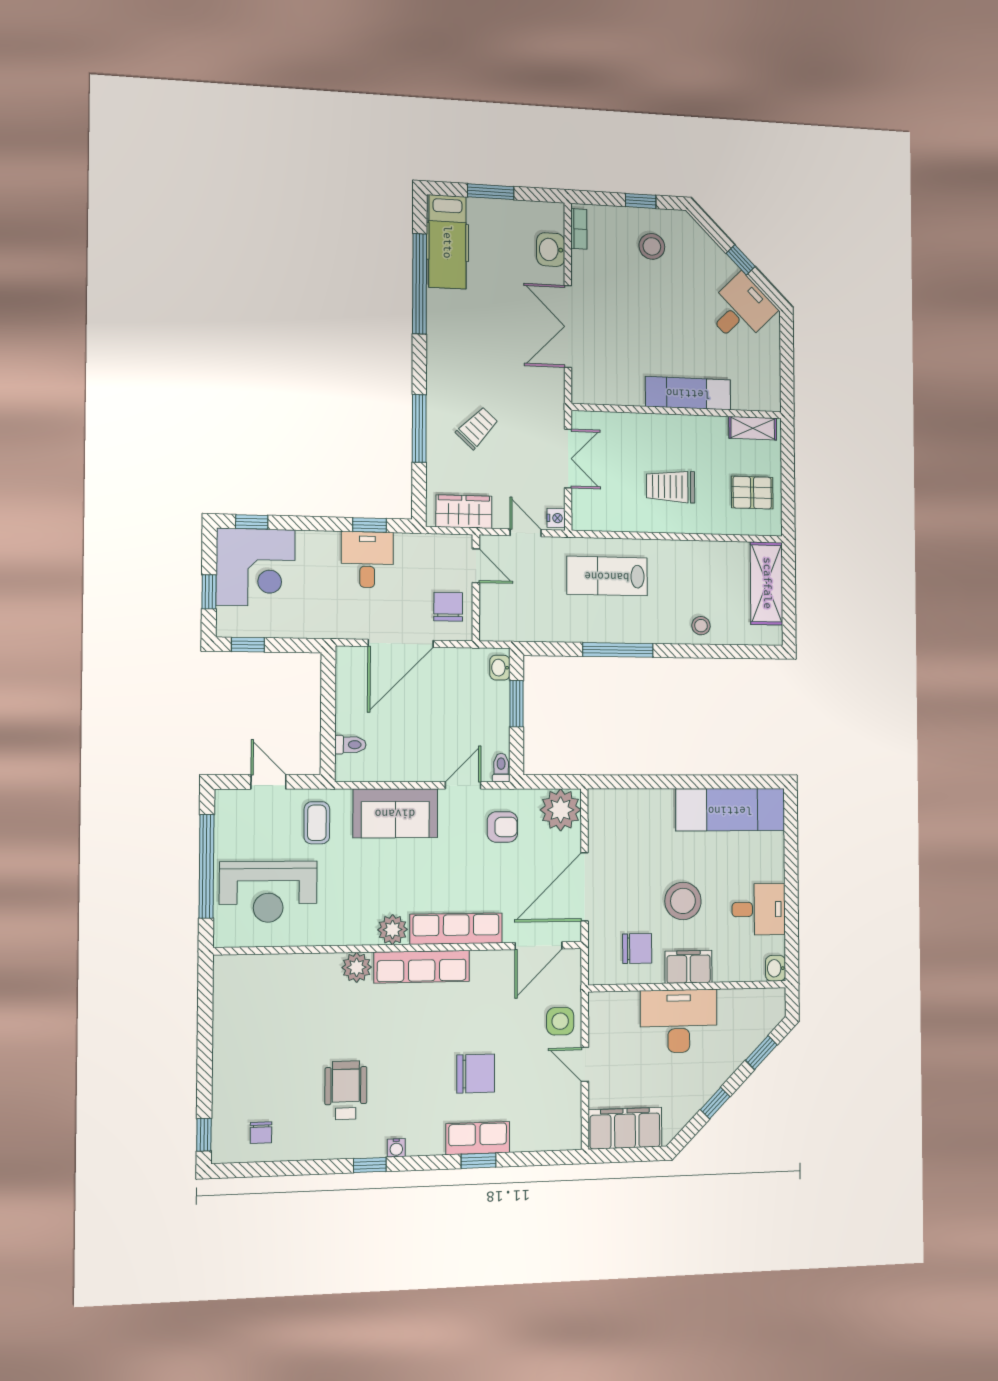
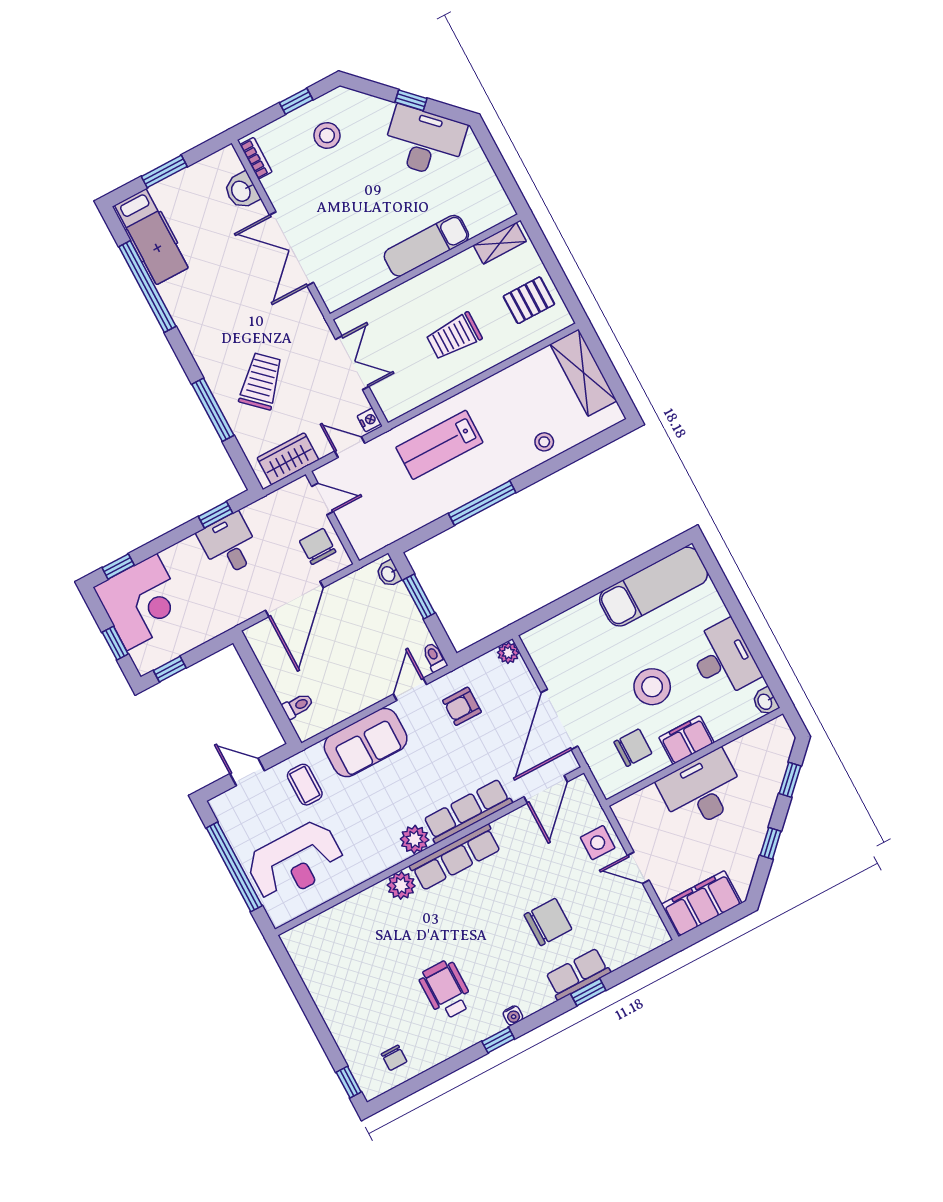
desk: (740, 310) -> (424, 142), width x1.37
trolley: (477, 428) -> (261, 381), width x1.36, depth x1.39
plant: (561, 810) -> (508, 653), width x0.53, depth x0.53
armchair: (502, 827) -> (462, 706), turned 180
desk: (759, 909) -> (724, 659), width x1.37

